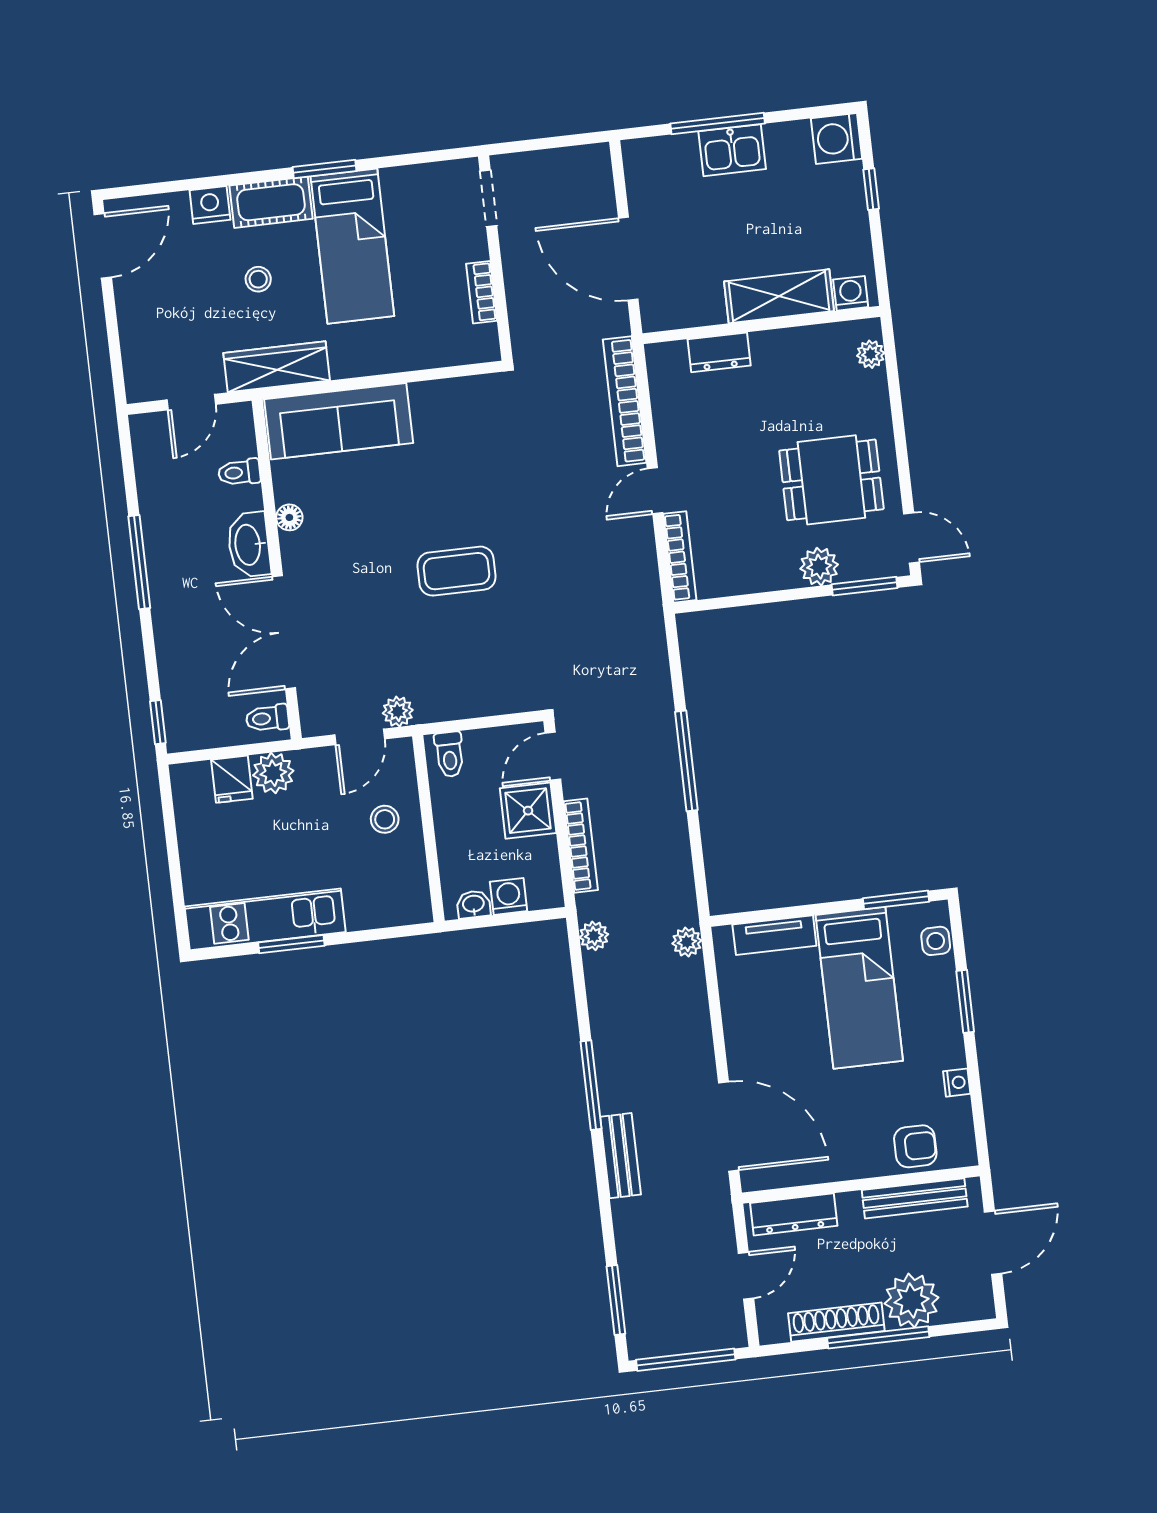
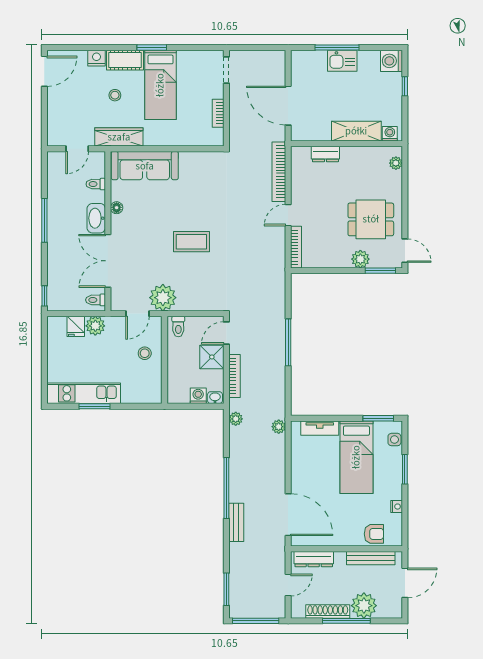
plant: (398, 712) -> (163, 298), width x1.87, depth x1.87
washbasin: (473, 904) -> (215, 398), moved
window: (591, 1085) -> (226, 488), width x1.46

